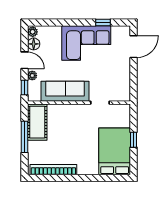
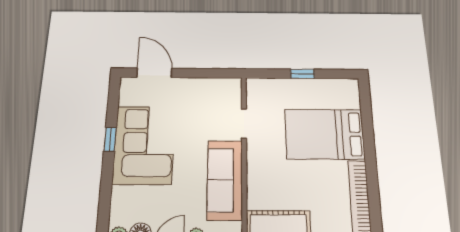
window: (103, 22) -> (110, 139), moved
bed: (115, 151) -> (325, 134), moved

